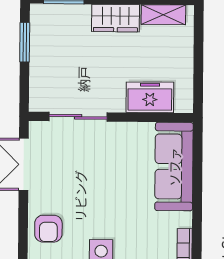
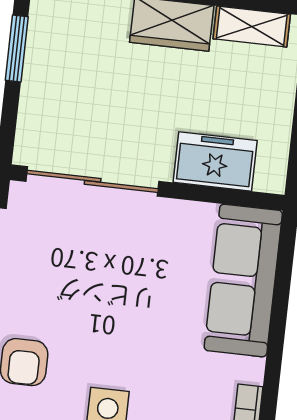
sliding door: (78, 117) -> (93, 181), width x1.37

